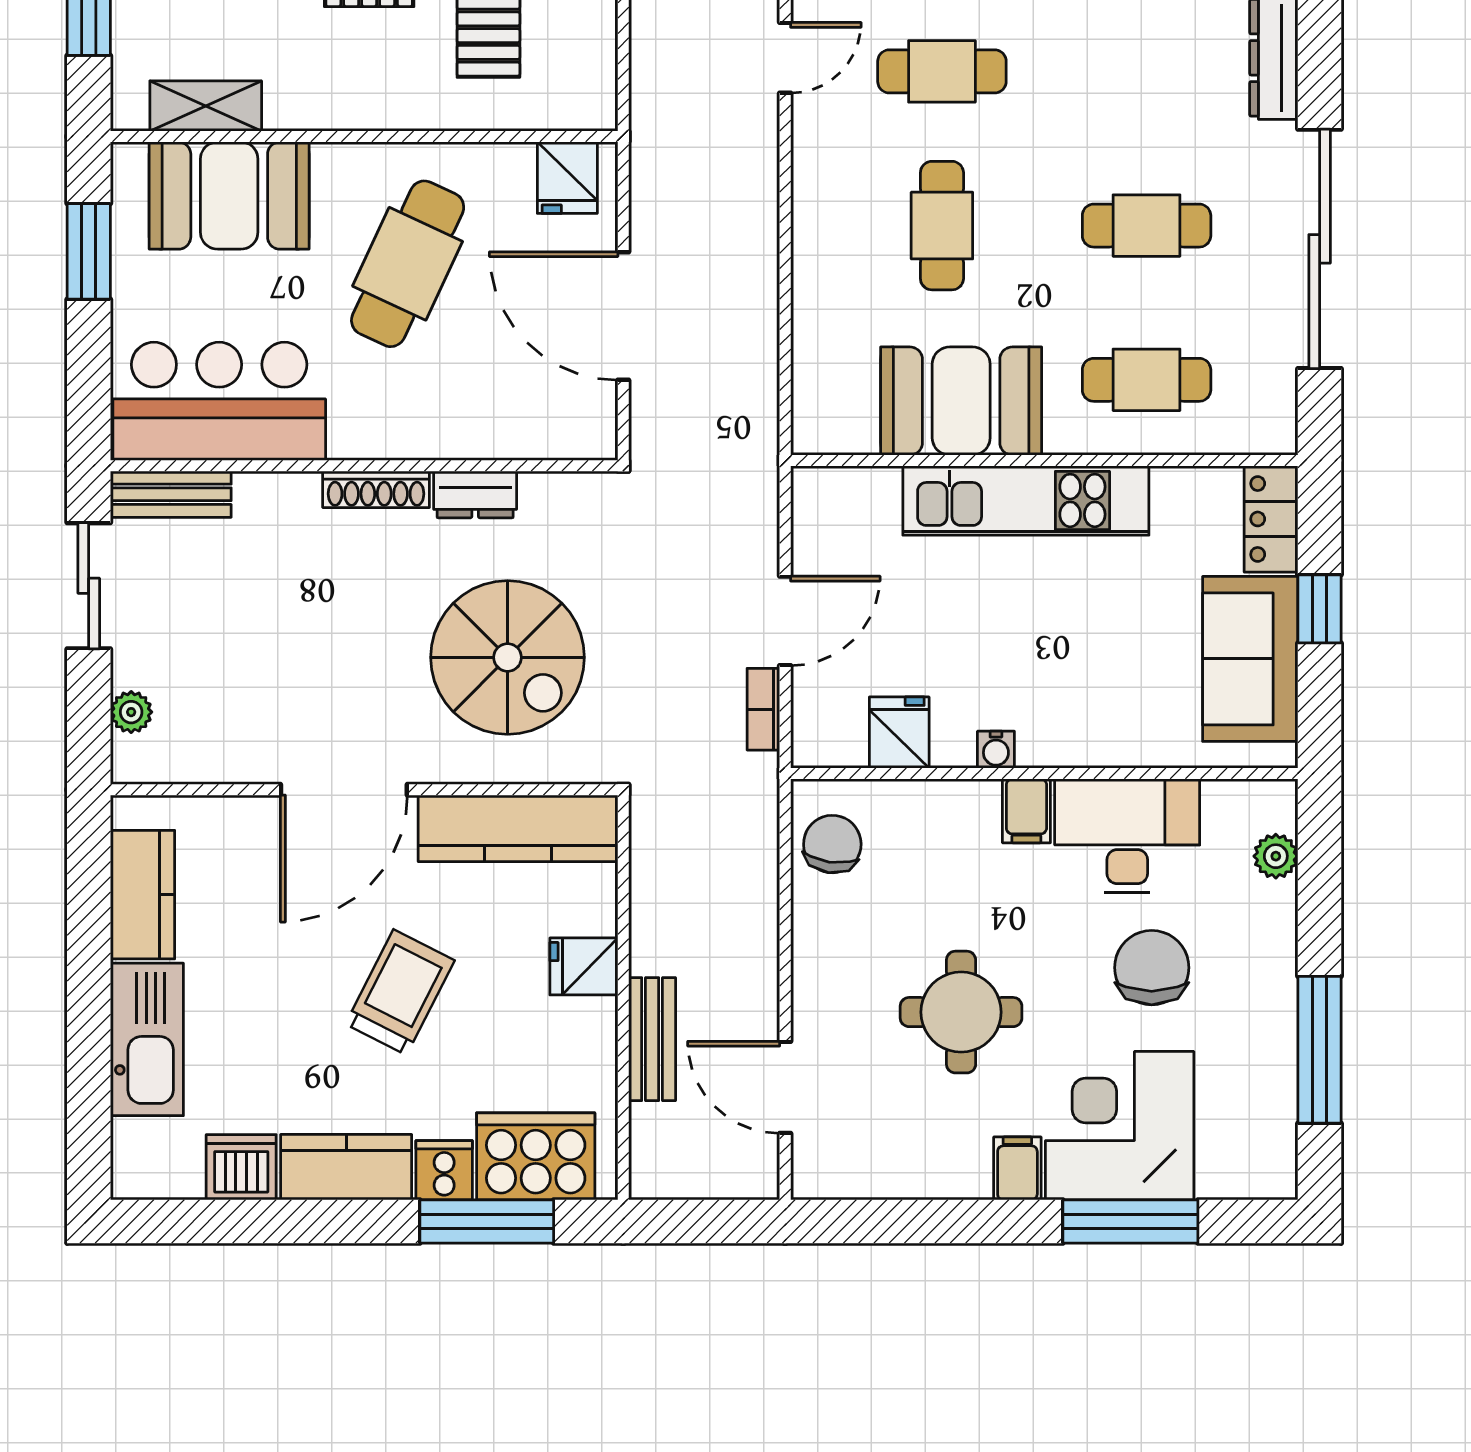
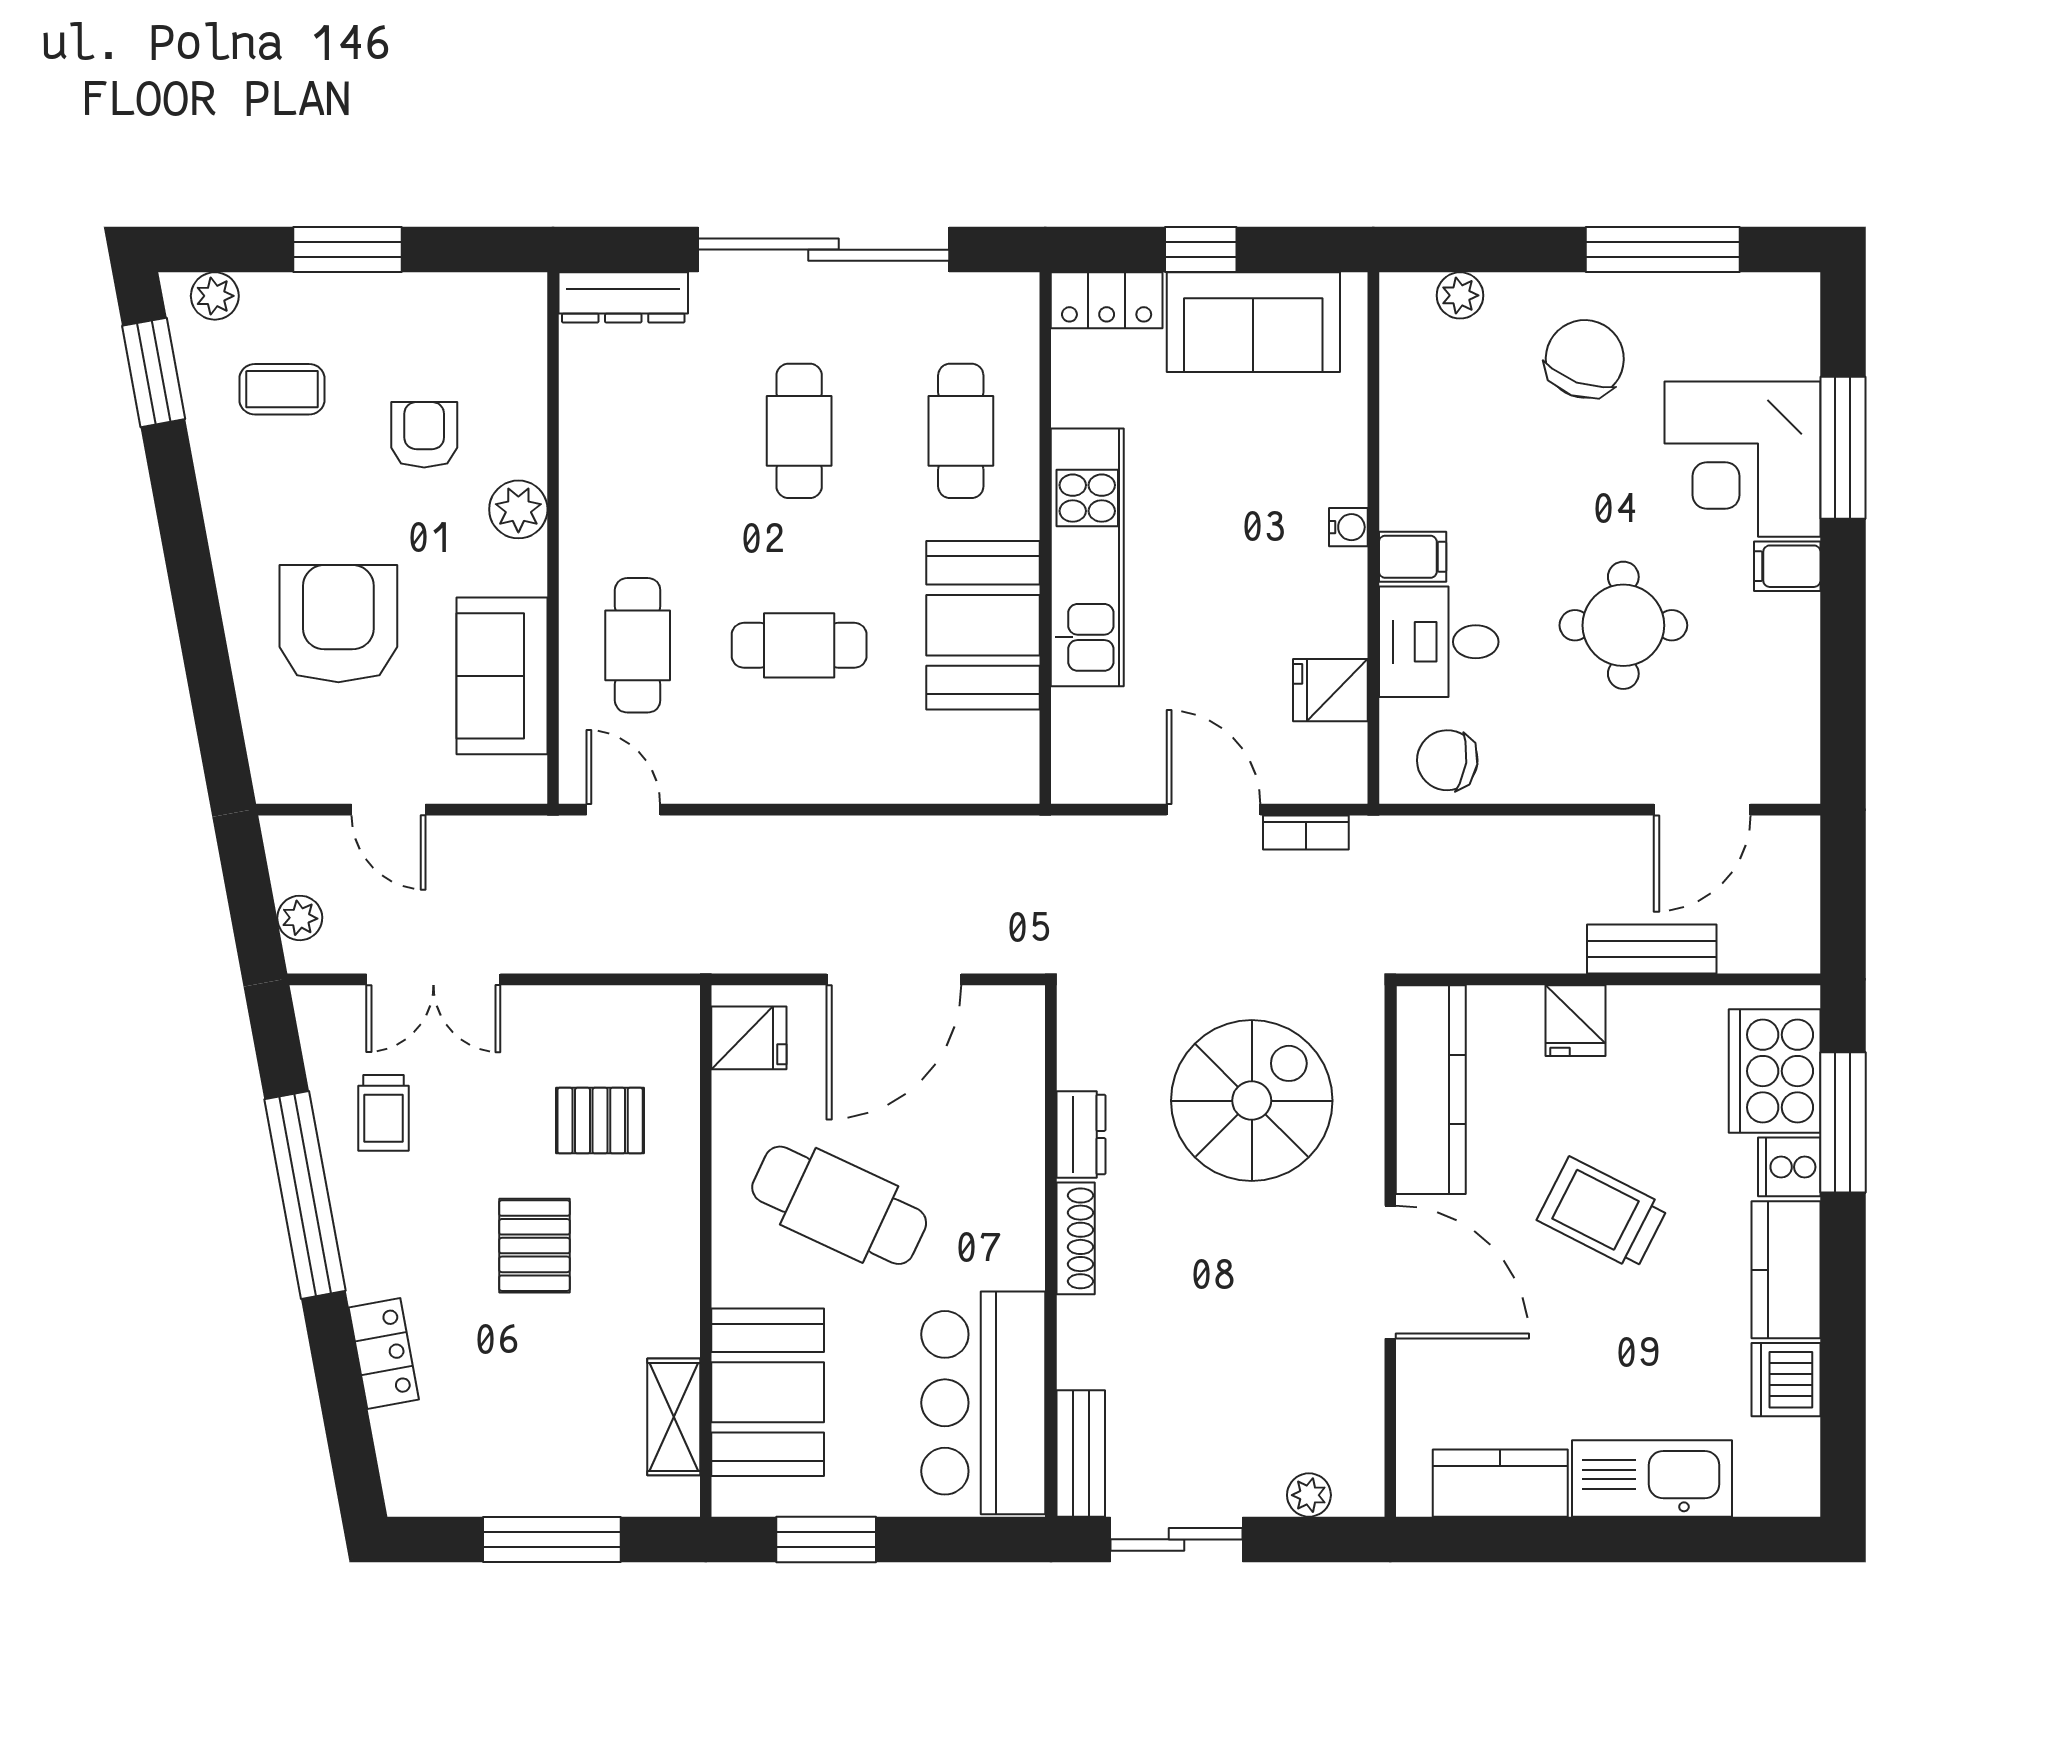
water cooler: (996, 750) -> (1348, 527), moved
desk: (1127, 836) -> (1439, 642), moved, width x0.73
chair: (1152, 968) -> (1585, 359), moved, turned 110

